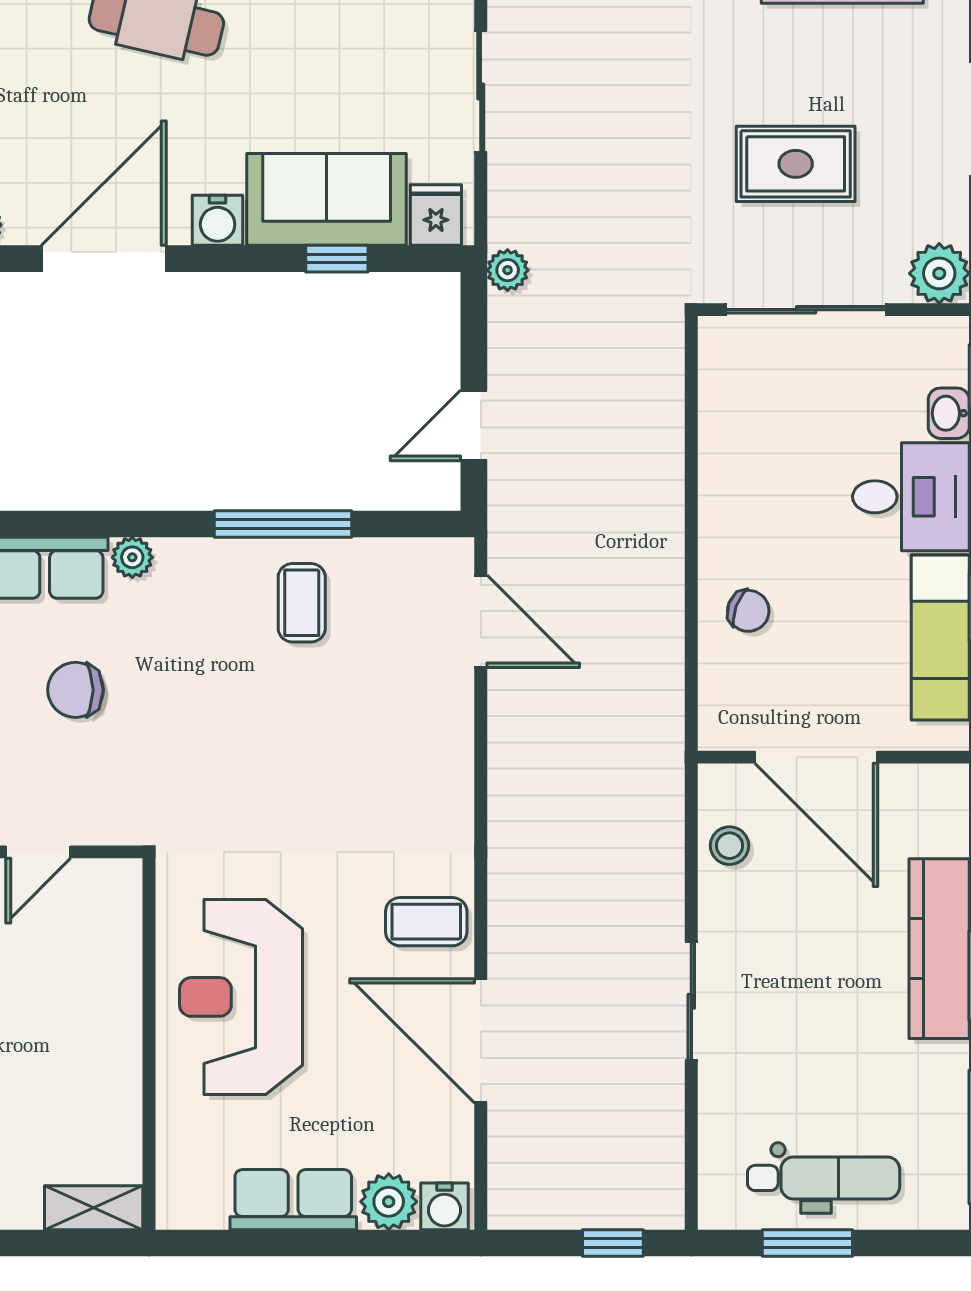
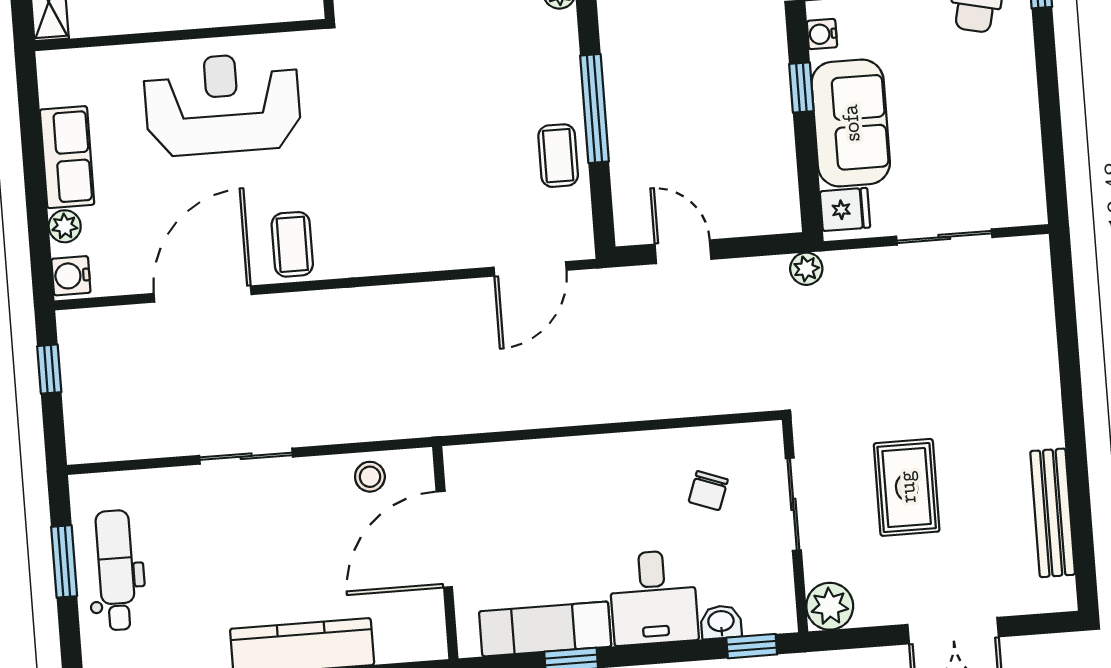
water cooler: (218, 220) -> (822, 34), width x0.72, depth x0.72
window: (337, 259) -> (801, 87), moved
sliding door: (806, 310) -> (793, 504), width x0.73
coffee table: (302, 603) -> (558, 156), moved, turned 90
chair: (748, 611) -> (708, 491), moved
dental chair: (824, 1178) -> (116, 570), turned 180
plant: (389, 1202) -> (65, 226), width x0.73, depth x0.73
window: (613, 1243) -> (49, 369), moved

